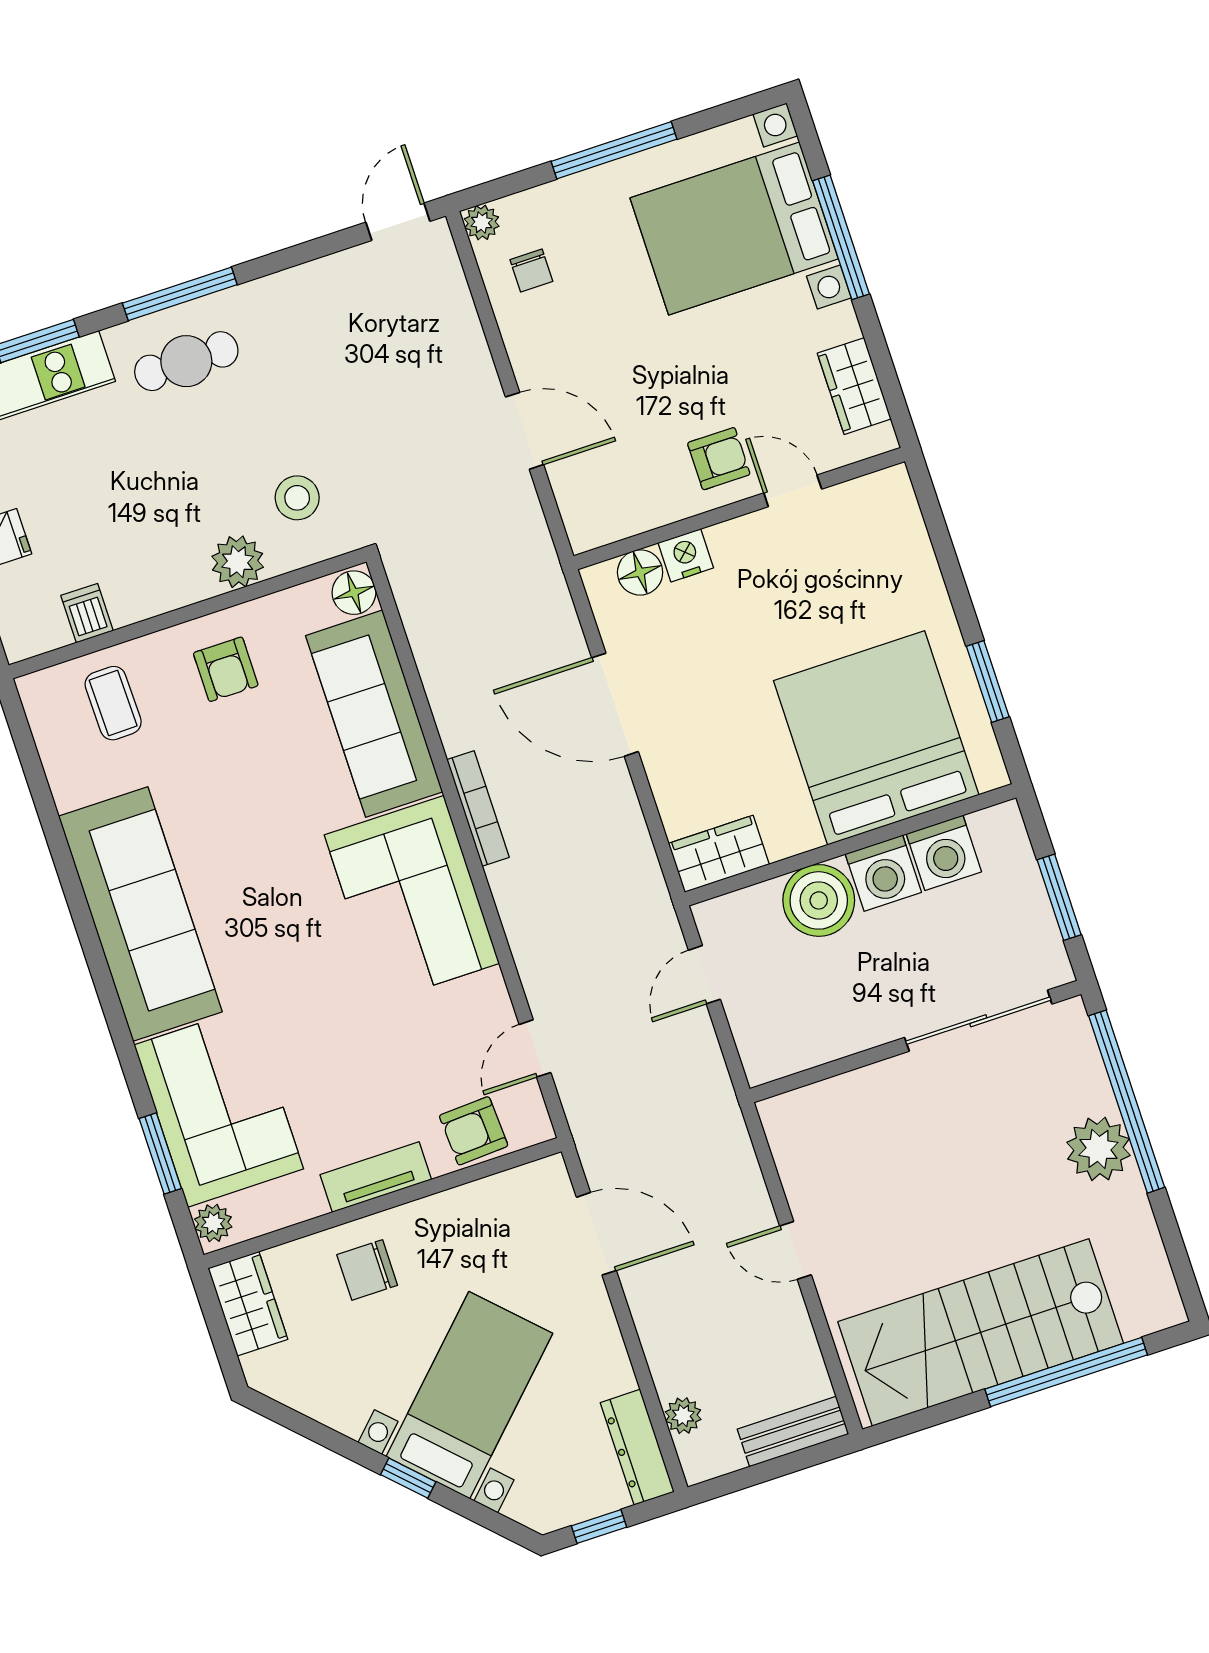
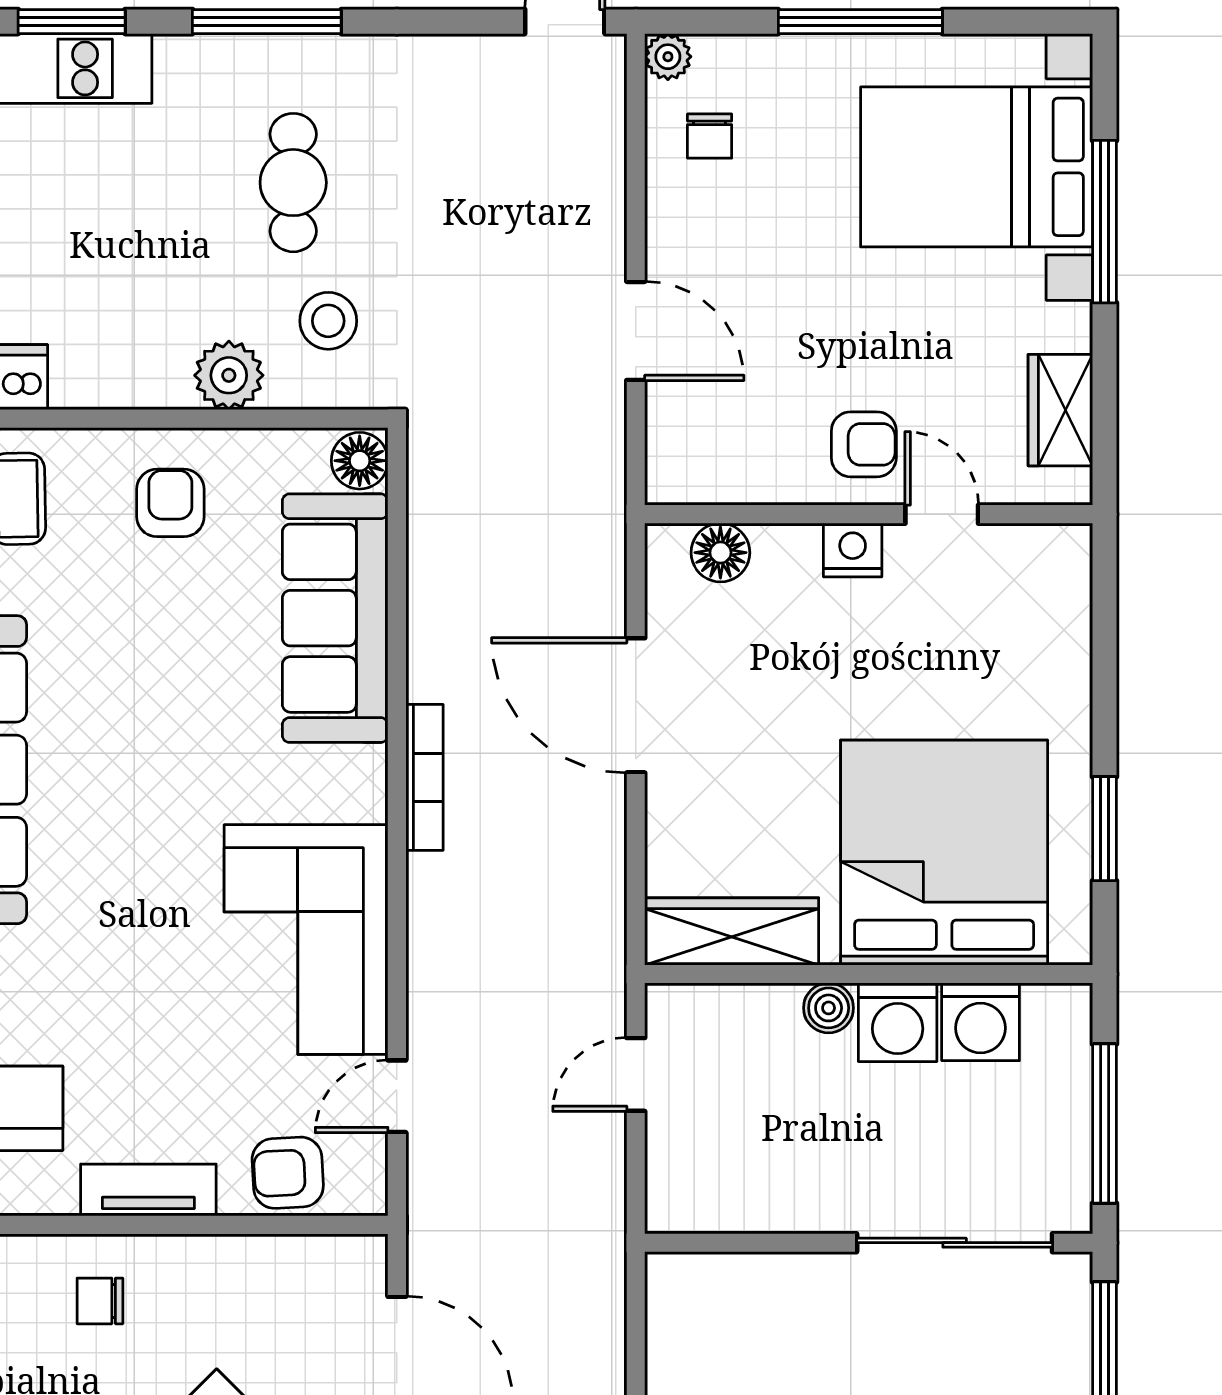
cafe table: (186, 361) -> (293, 183), moved, turned 90
nightstand: (686, 555) -> (853, 550), moved
armchair: (226, 669) -> (170, 503), turned 180
wardrobe: (719, 854) -> (732, 931), width x1.50
window: (1059, 897) -> (1105, 1124), width x1.44
corner sofa: (412, 899) -> (306, 940), moved
boiler: (819, 900) -> (829, 1008), width x0.54, depth x0.54
chair: (367, 1270) -> (100, 1301), width x0.73, depth x0.73

